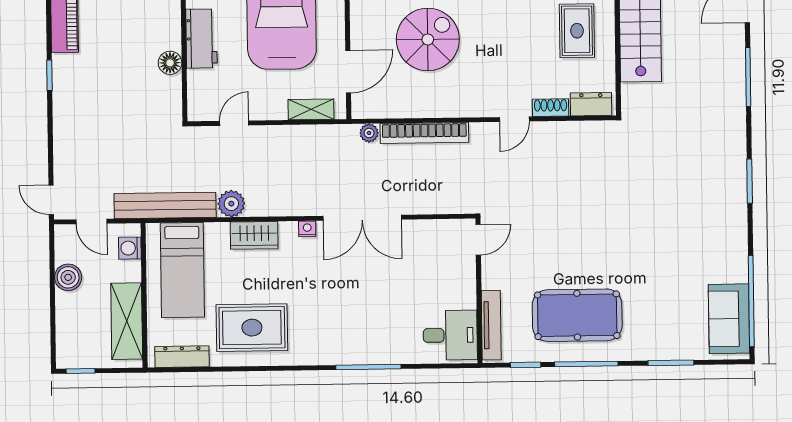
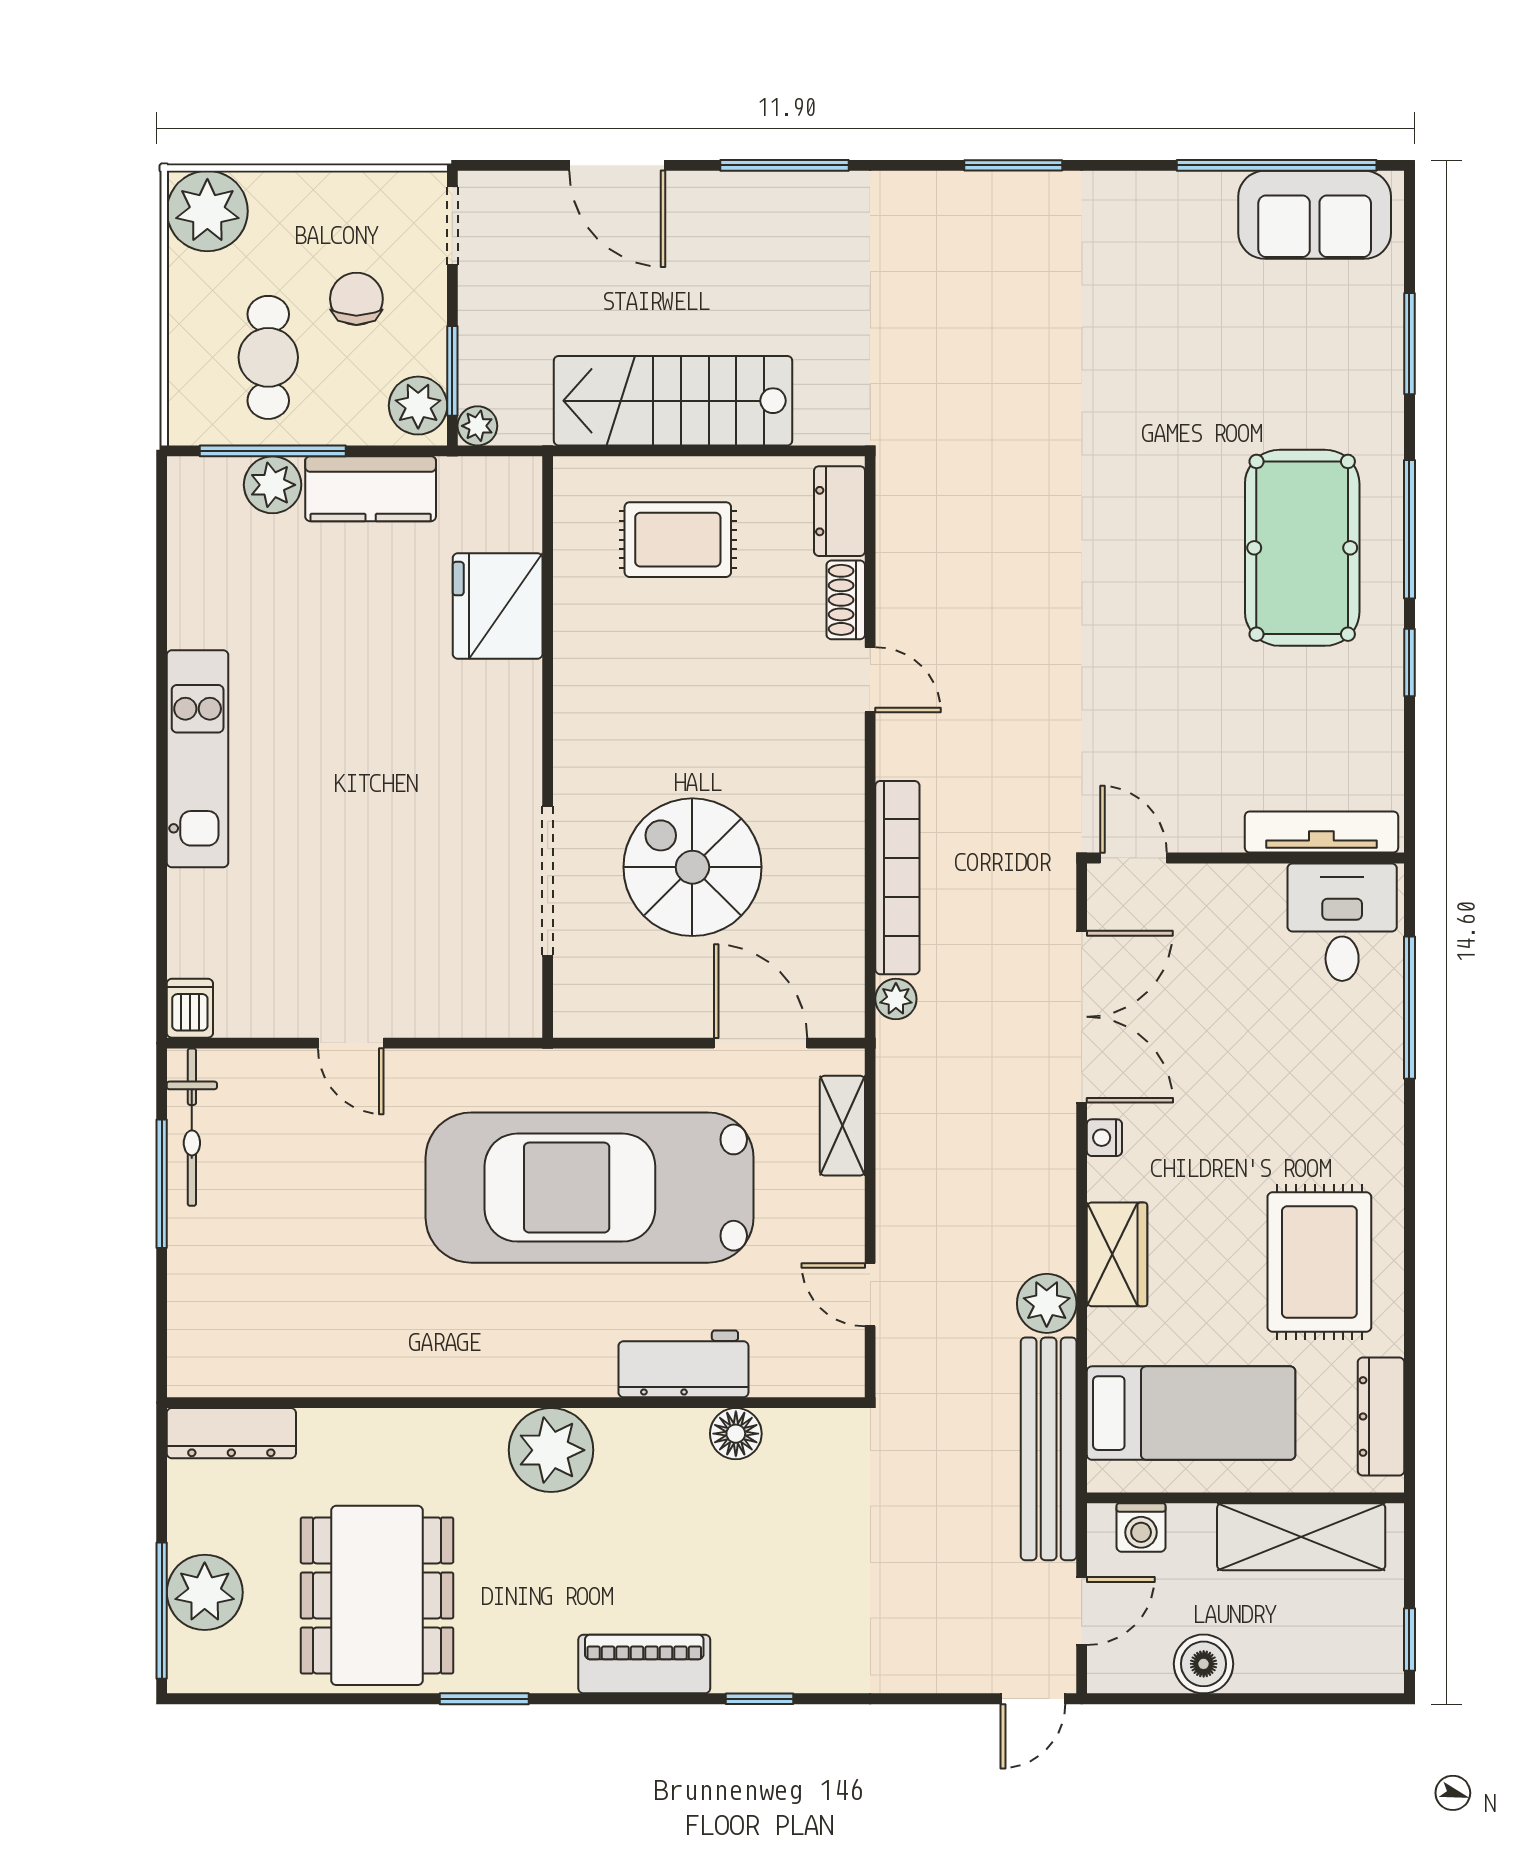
door: (478, 240) -> (1134, 858), moved
wall: (479, 291) -> (1246, 858), moved
tv unit: (491, 325) -> (1321, 832), moved
desk: (450, 335) -> (1342, 922), moved

